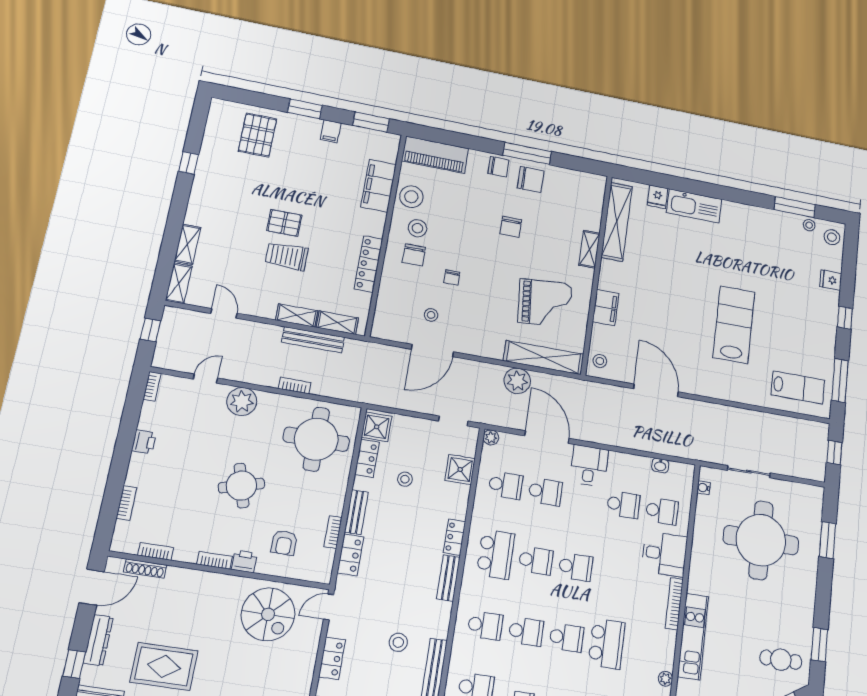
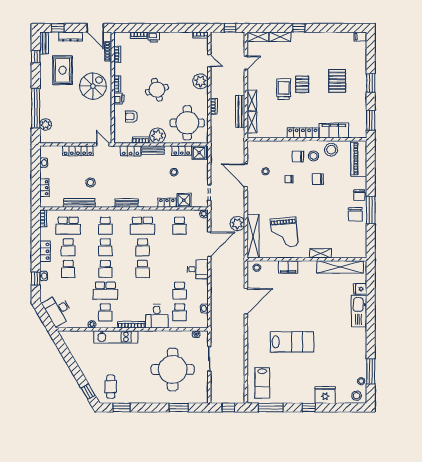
filing cabinet: (331, 131) -> (360, 37), moved
pallet: (258, 135) -> (337, 81), moved, turned 90
window: (189, 163) -> (299, 28), moved
chair: (511, 227) -> (318, 179), moved
locker: (368, 264) -> (303, 133), moved
fridge: (831, 280) -> (325, 395), width x1.88, depth x1.34
printer: (144, 442) -> (154, 37), moved
school desk: (545, 492) -> (105, 312), moved
plant: (330, 499) -> (157, 136), added
locker: (454, 537) -> (167, 203), moved
spiral stairs: (268, 614) -> (93, 86), moved, turned 180
locker: (332, 658) -> (78, 151), width x1.53

